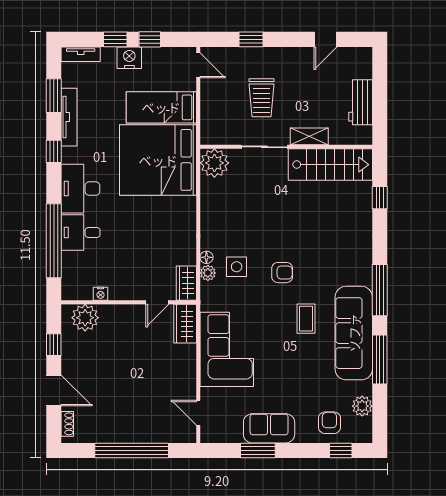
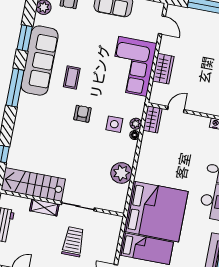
plant: (214, 163) -> (121, 173), moved
armchair: (282, 273) -> (83, 114), turned 90
wardrobe: (185, 324) -> (163, 69), moved
window: (380, 359) -> (25, 38), width x0.69

